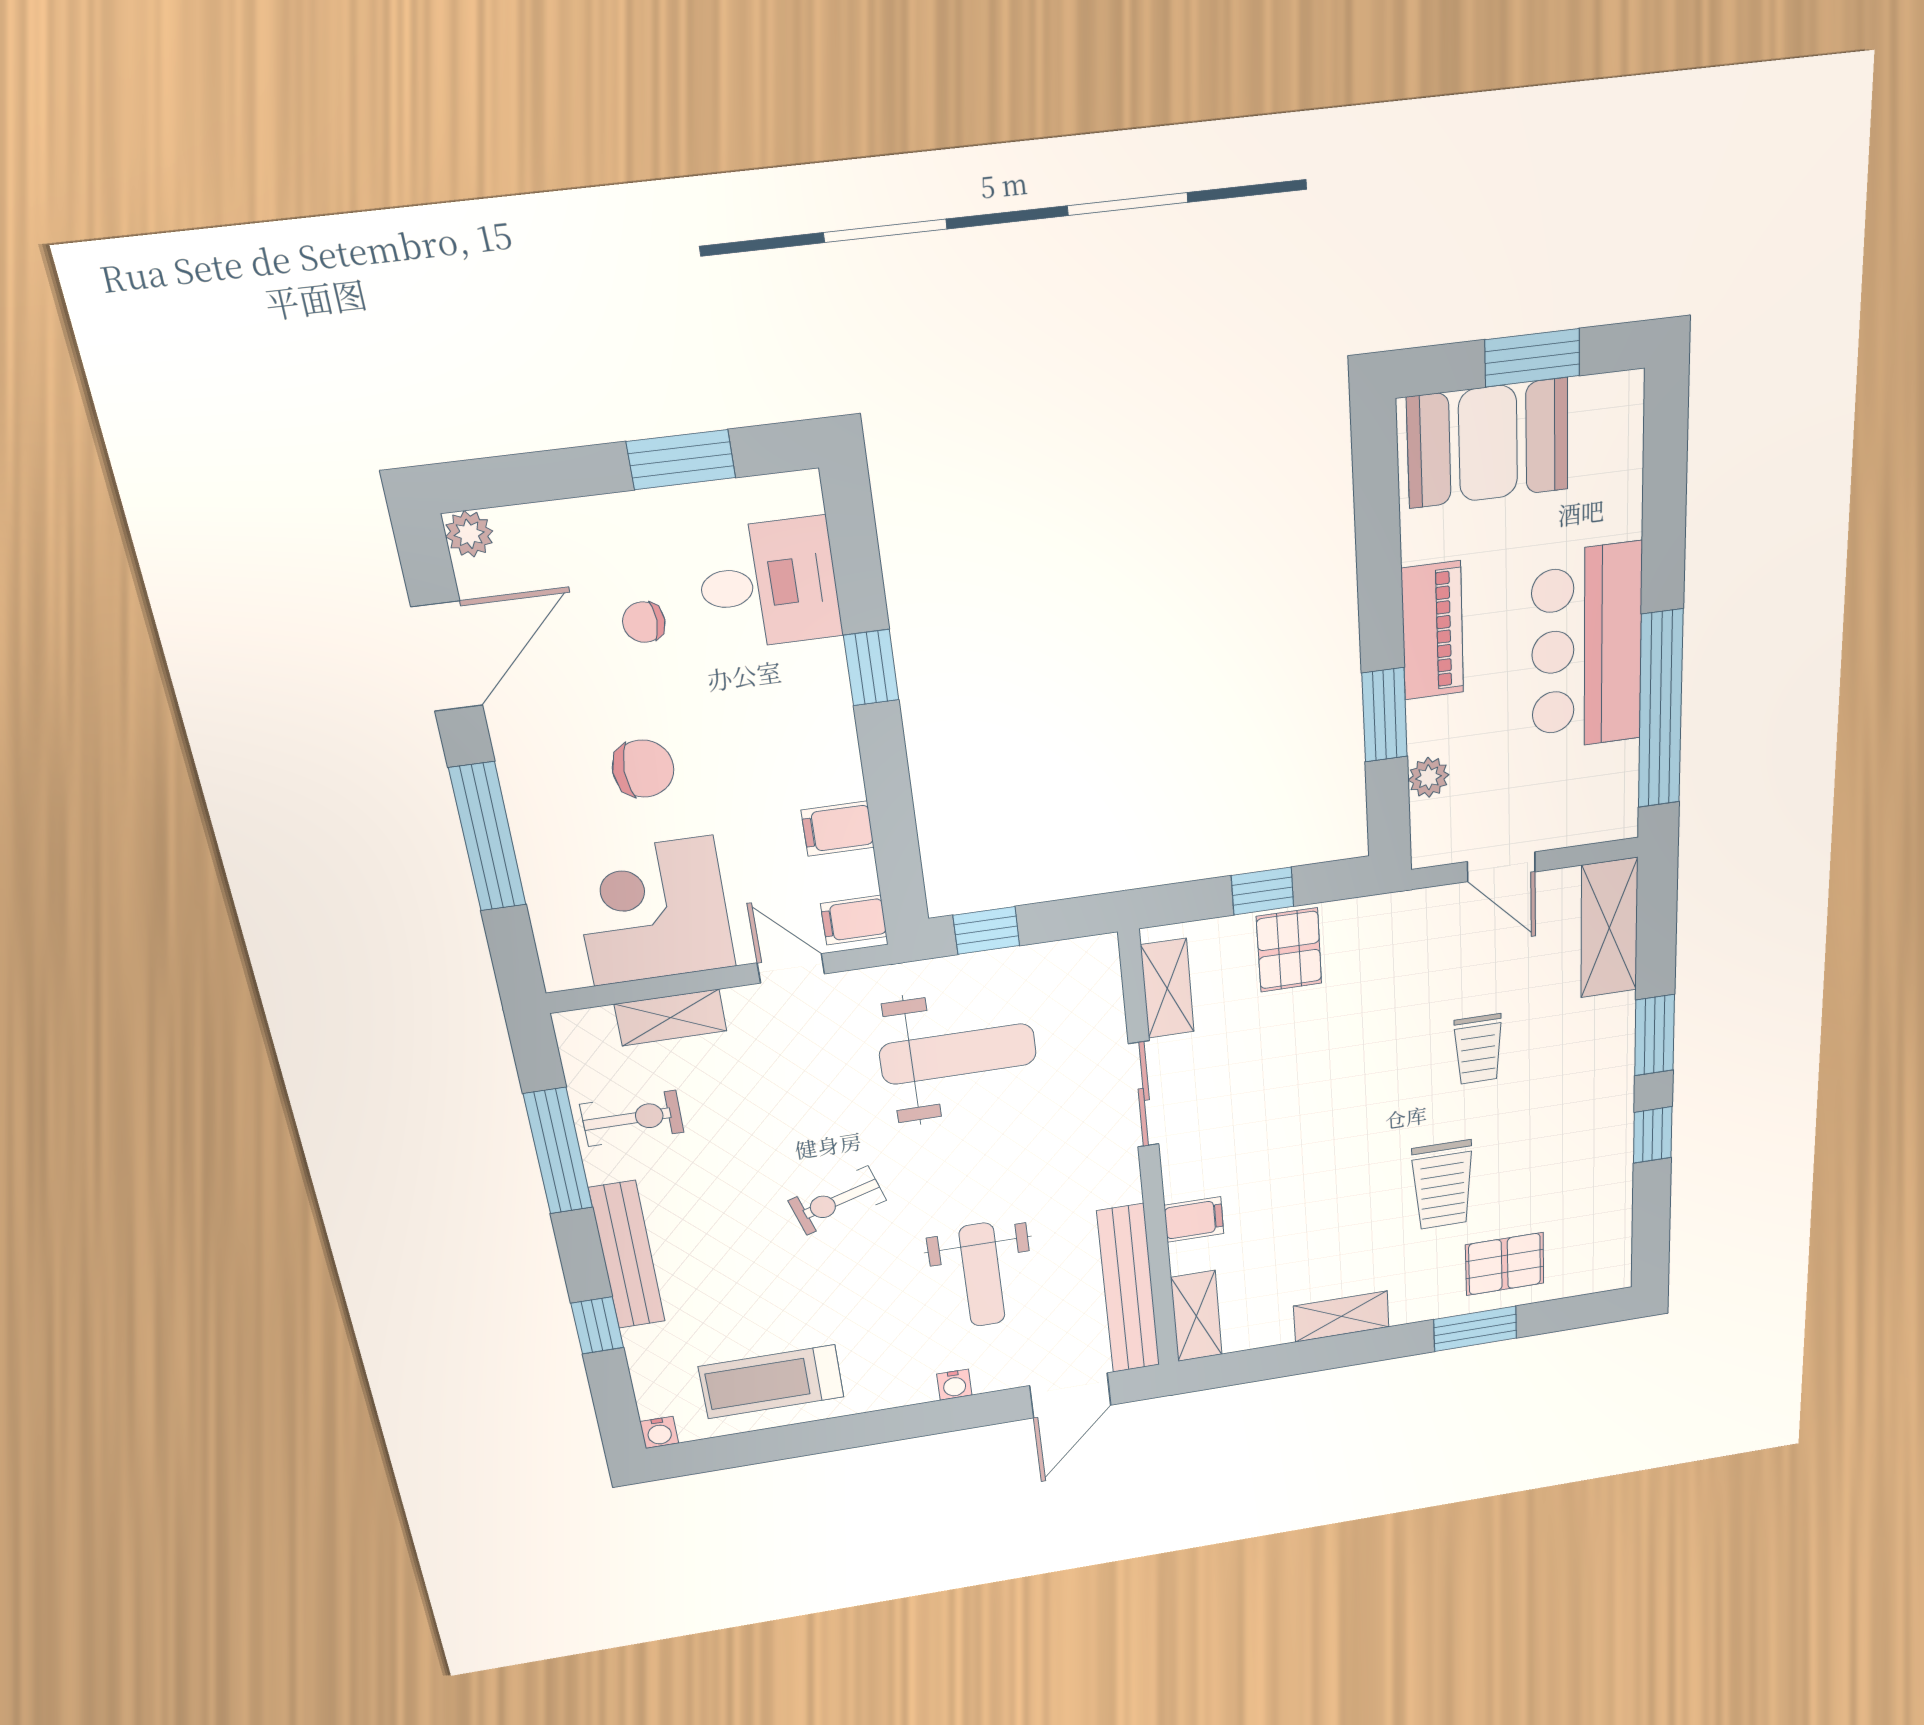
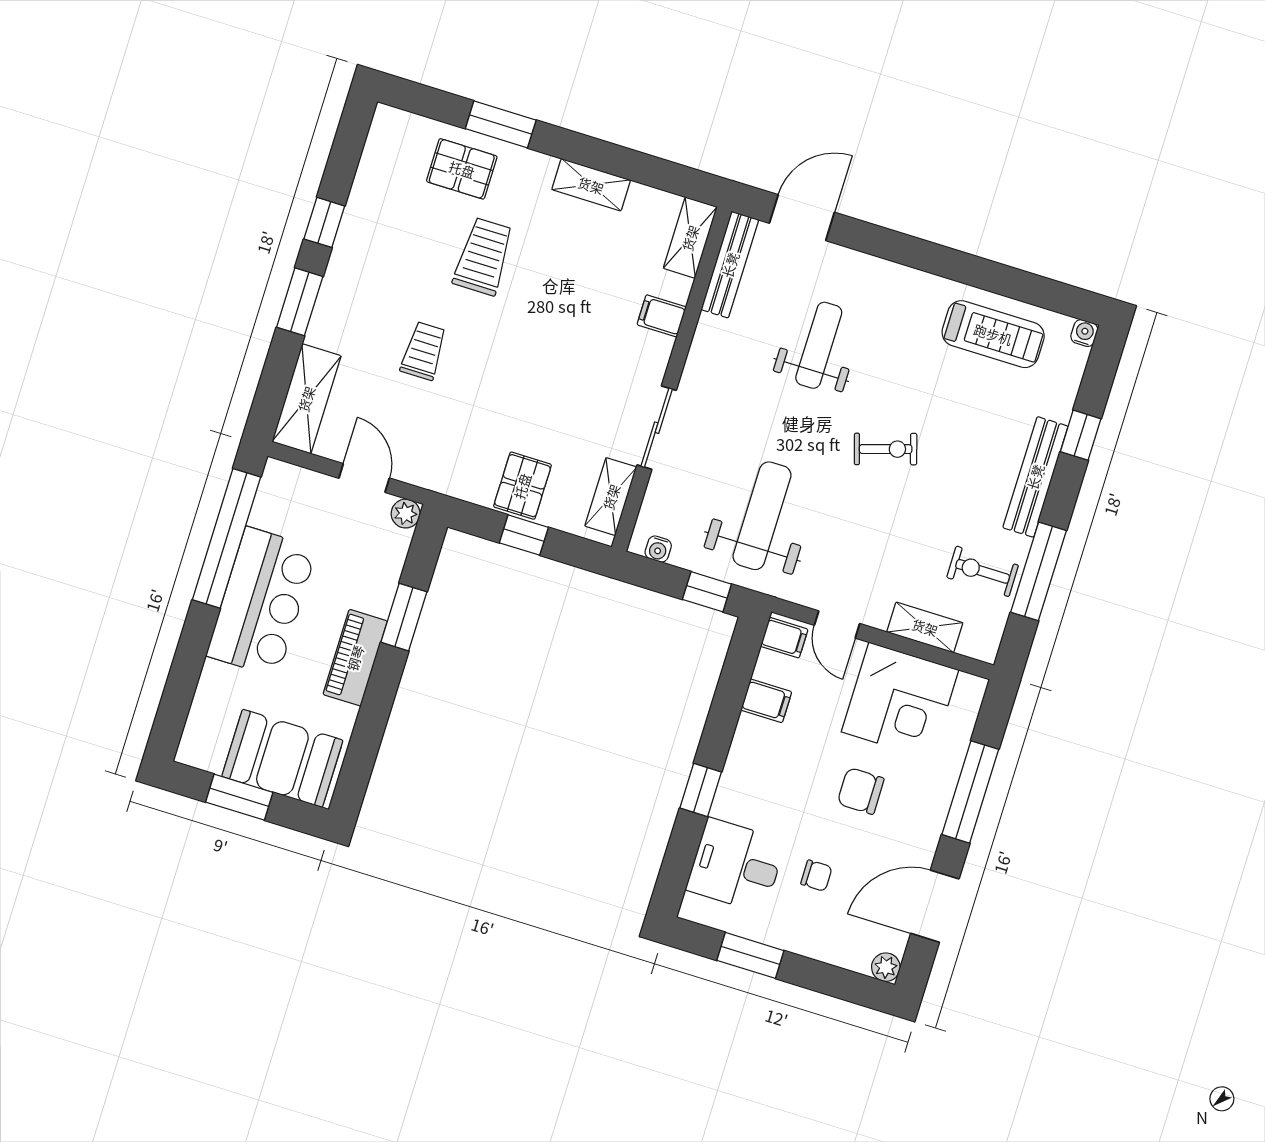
plant: (1429, 777) -> (406, 514), moved
weight bench: (958, 1054) -> (762, 516), turned 90
bench: (1128, 1289) -> (730, 265), width x0.73, depth x0.82
water cooler: (954, 1385) -> (658, 549), moved, turned 180

